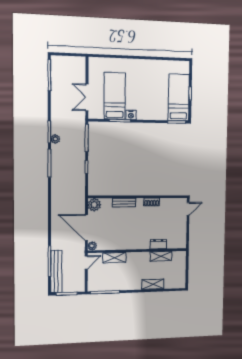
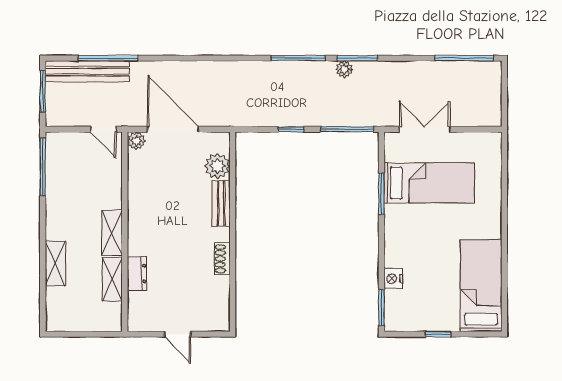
bed: (179, 97) -> (481, 286), moved, turned -90
nightstand: (131, 115) -> (393, 278), moved
plant: (94, 205) -> (217, 166), moved
door: (188, 209) -> (178, 334), moved
door: (86, 227) -> (173, 129), hinge flipped
shelving: (114, 258) -> (112, 233), moved

